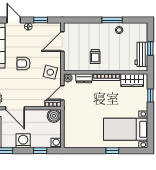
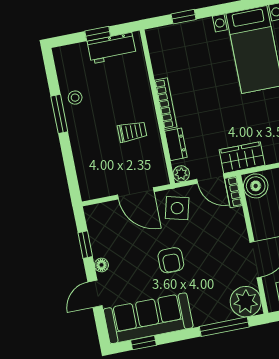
door: (62, 42) -> (136, 193), moved
wardrobe: (132, 80) -> (242, 158), moved, turned -90

